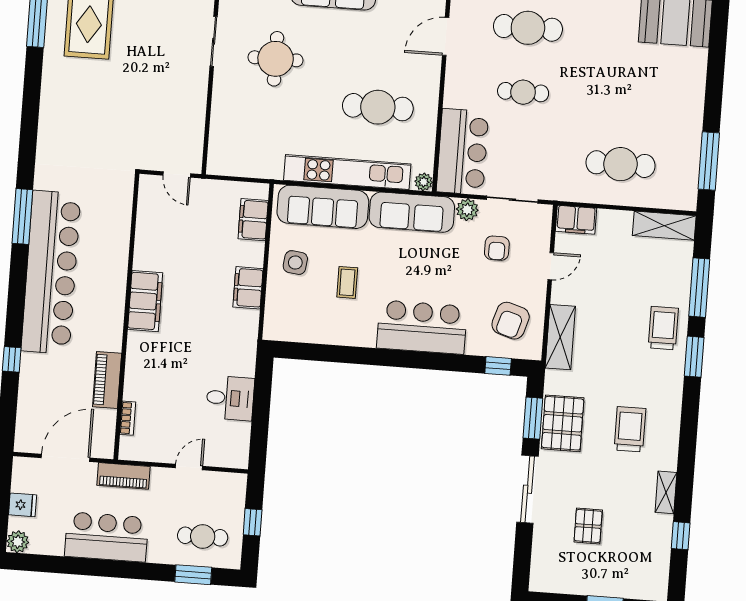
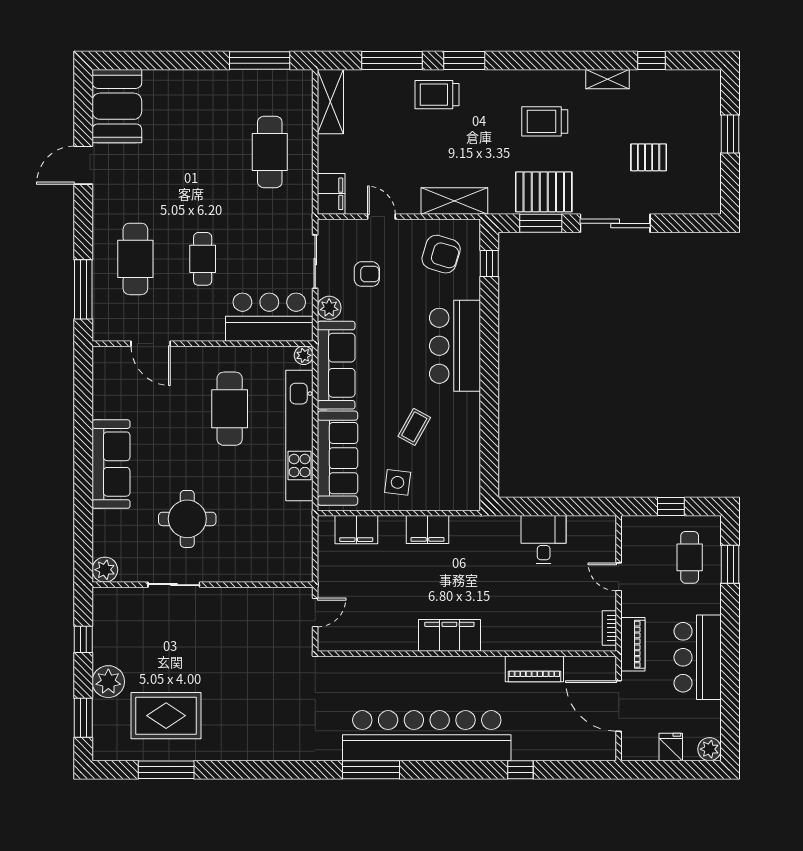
coffee table: (347, 282) -> (414, 427), turned -61
bookcase: (128, 418) -> (609, 628), moved, turned -90

